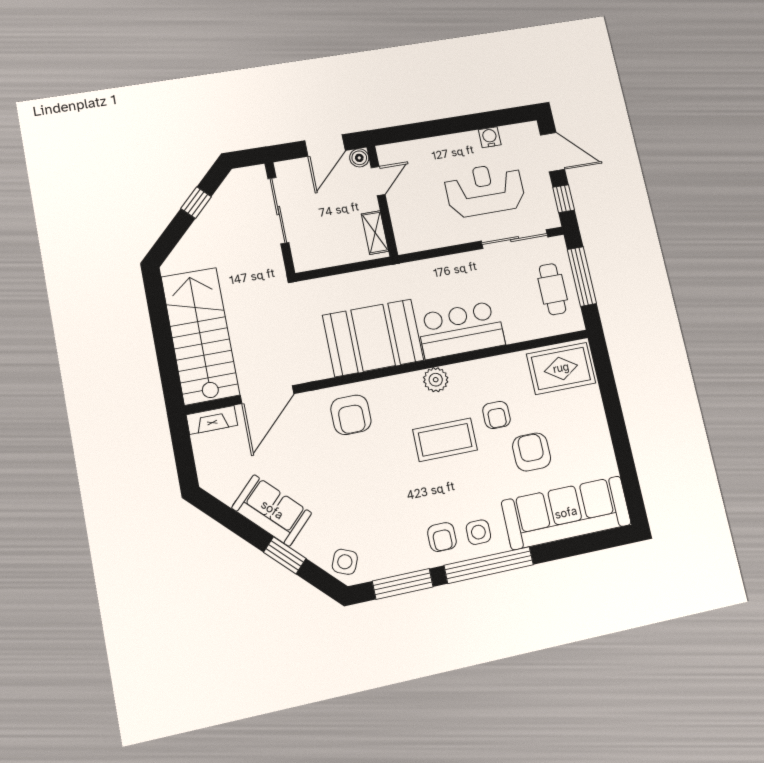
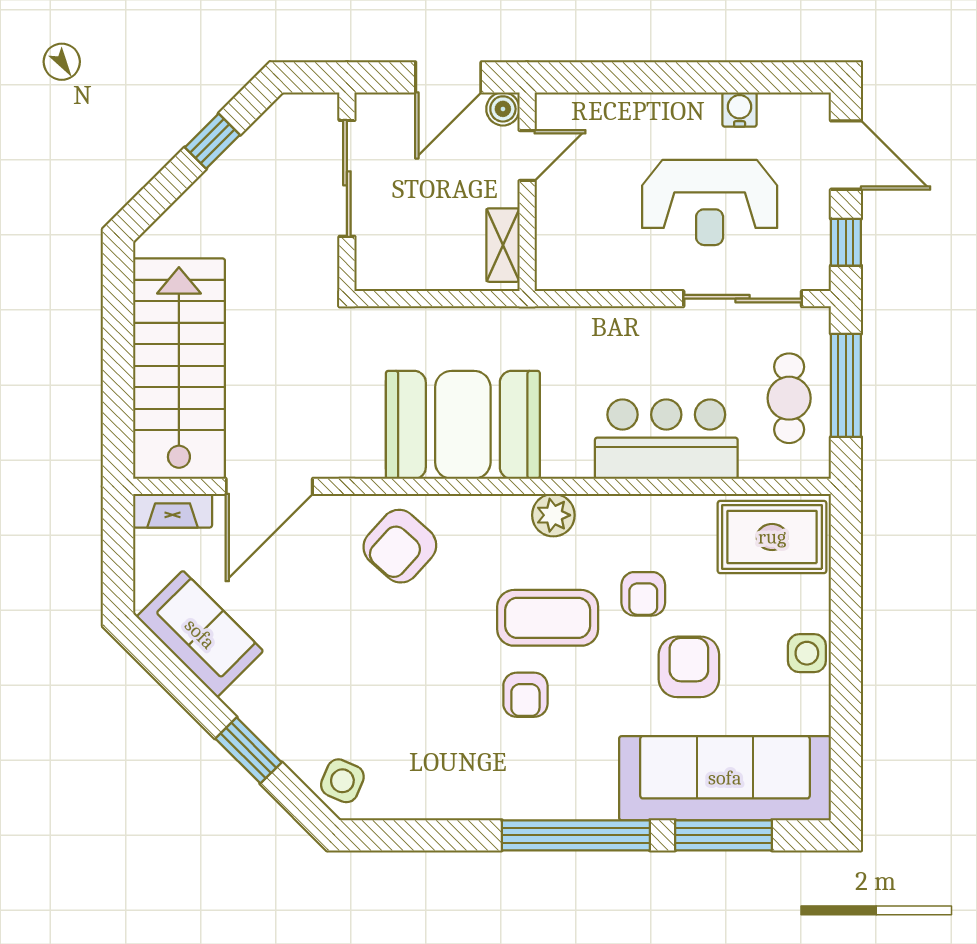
reception desk: (485, 190) -> (710, 202), turned 180
bar counter: (461, 330) -> (666, 439), moved
armchair: (351, 415) -> (400, 546), turned 42
sofa: (272, 510) -> (200, 634), moved
side table: (478, 532) -> (807, 653), moved
armchair: (442, 537) -> (525, 695), moved
window: (403, 584) -> (723, 835), moved

